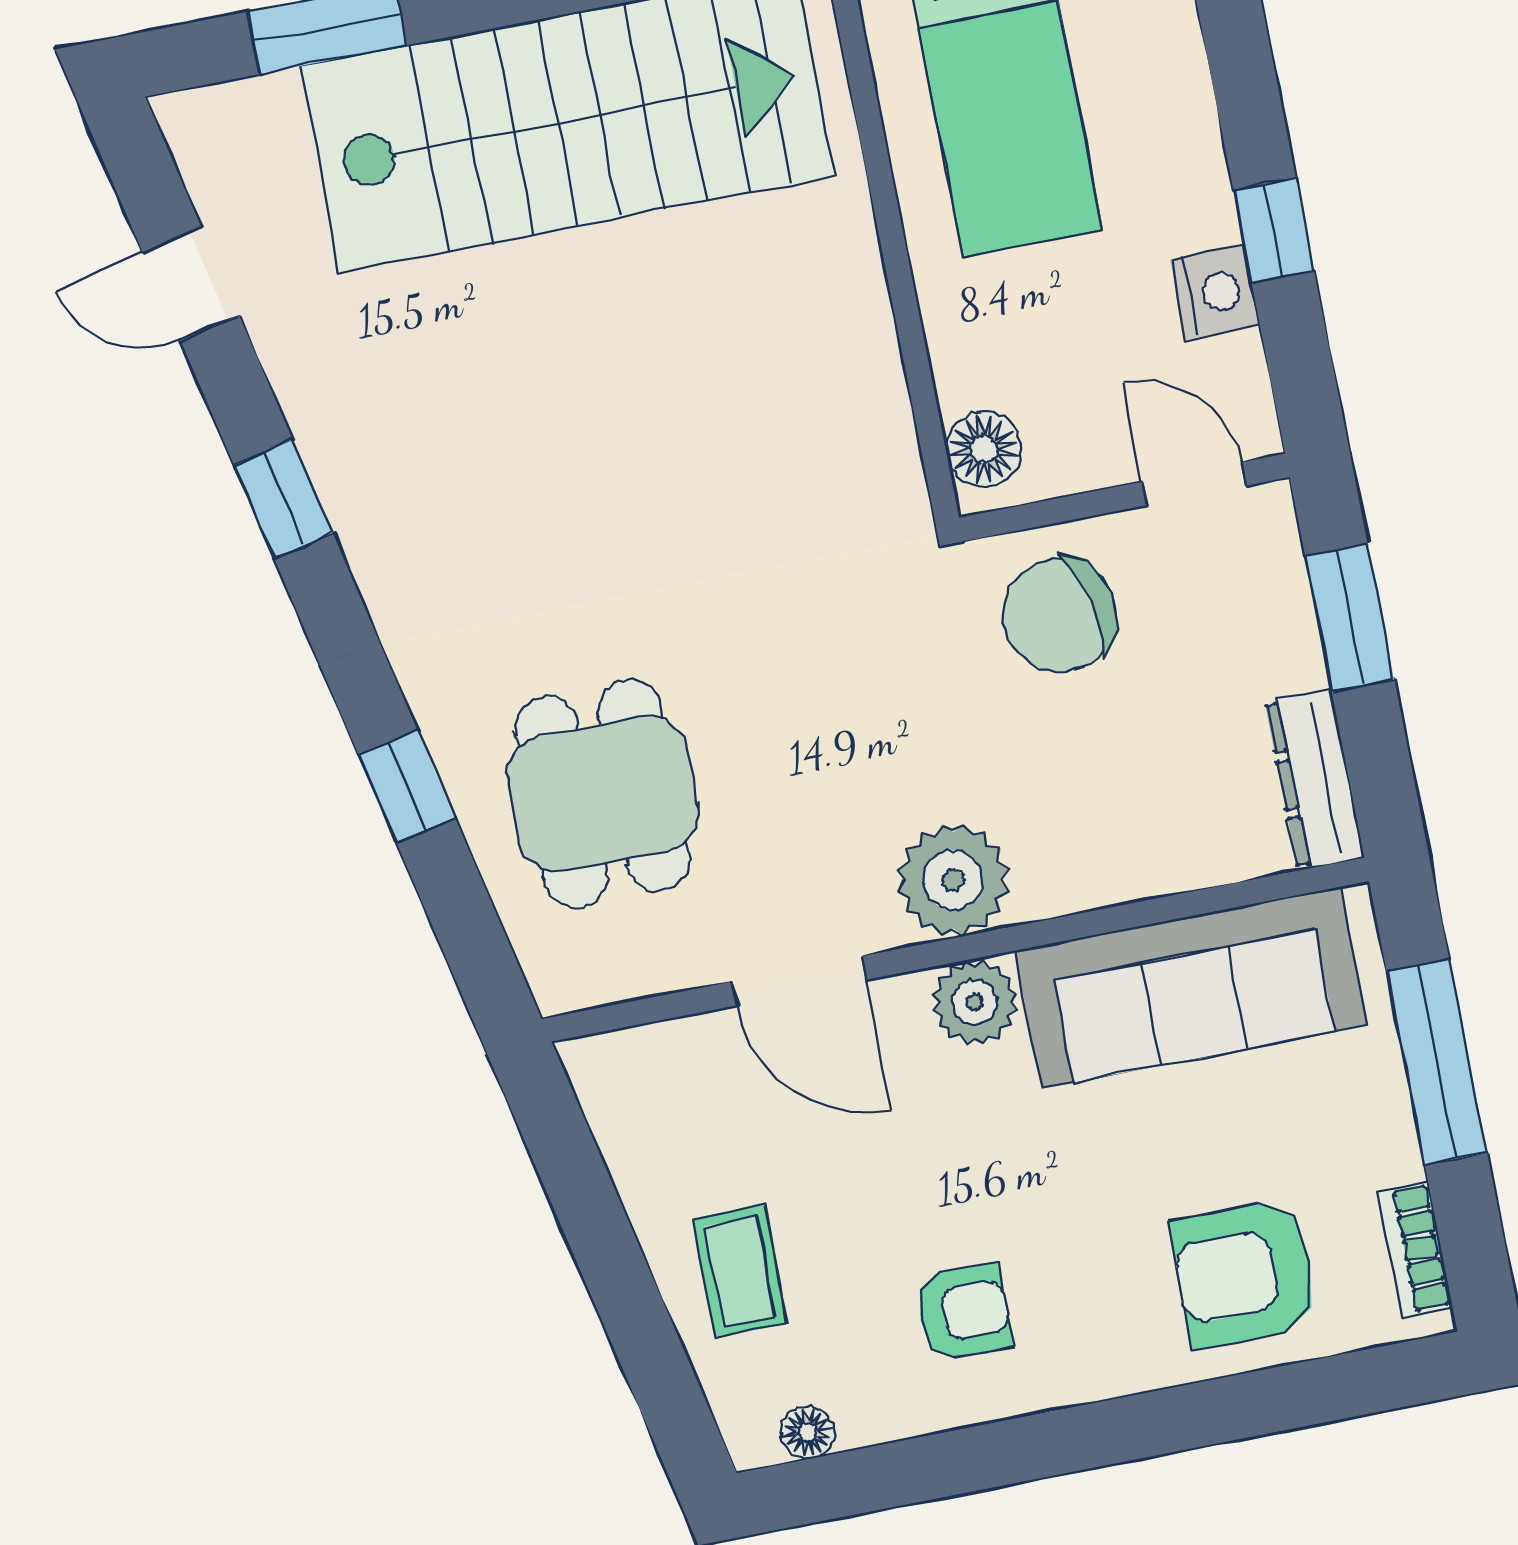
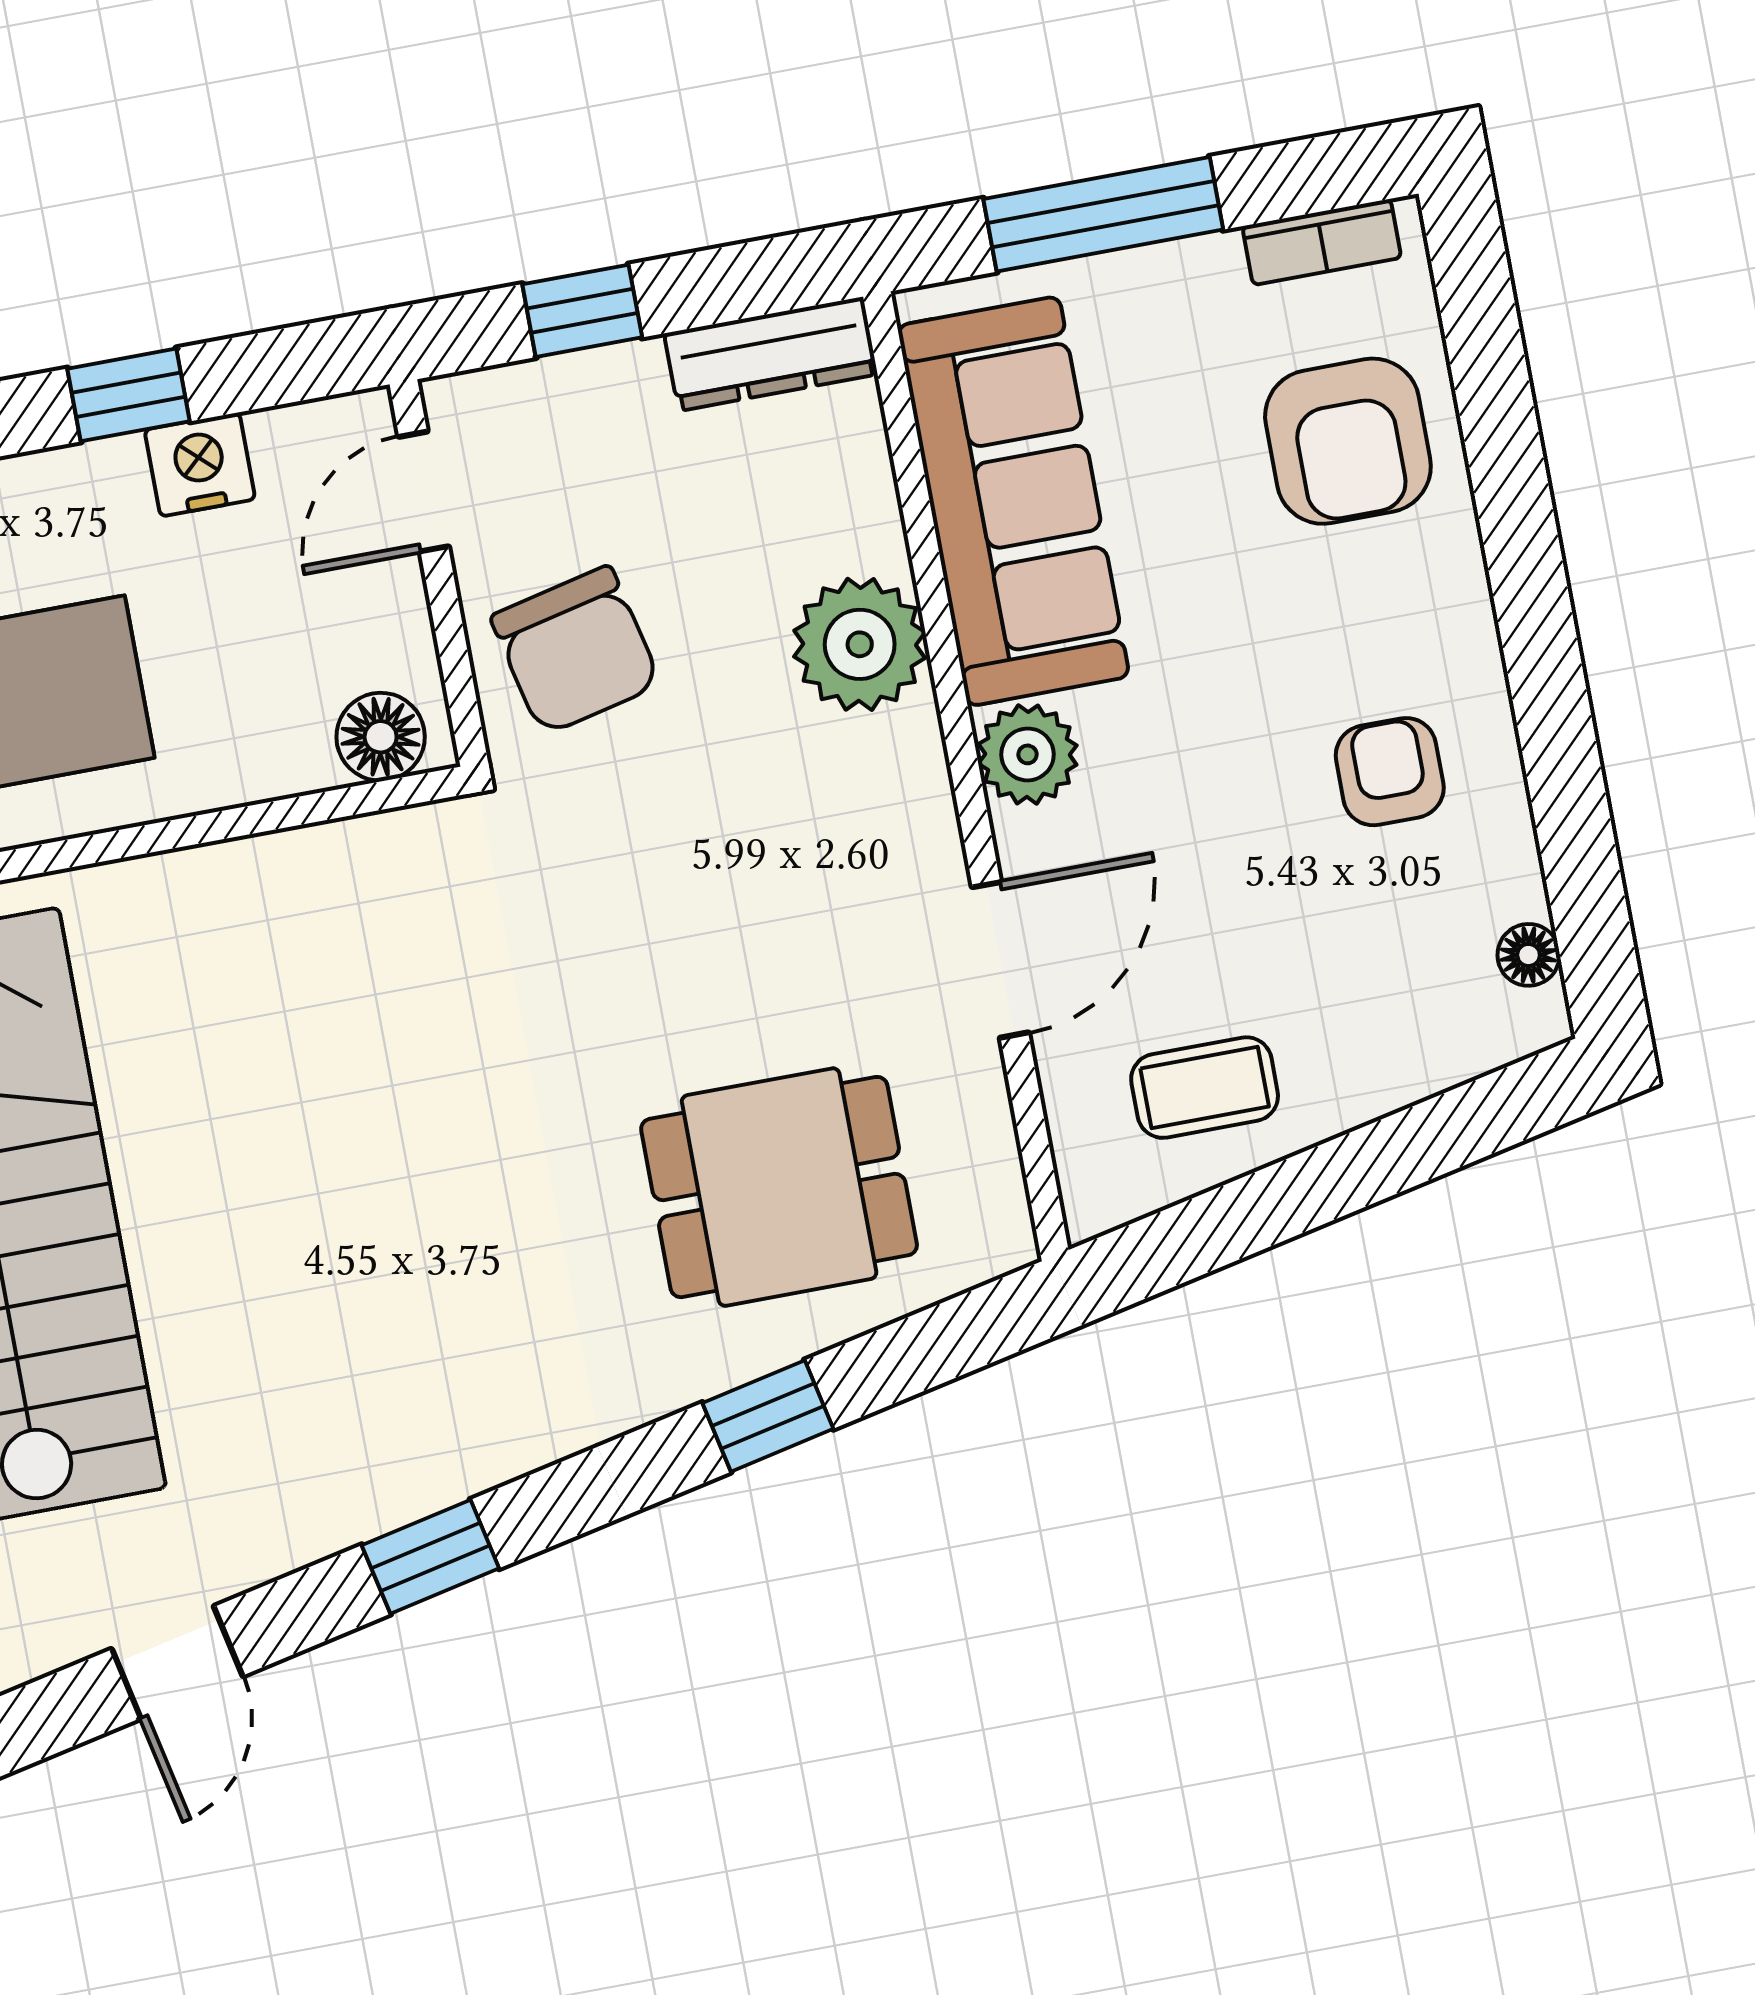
window: (1350, 618) -> (582, 311), width x0.67
plant: (953, 880) -> (860, 644), moved
coffee table: (740, 1271) -> (1205, 1088), moved

